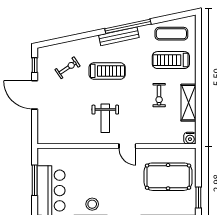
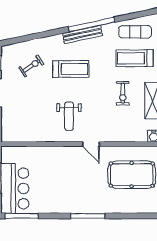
stool: (92, 204) -> (56, 202), removed

